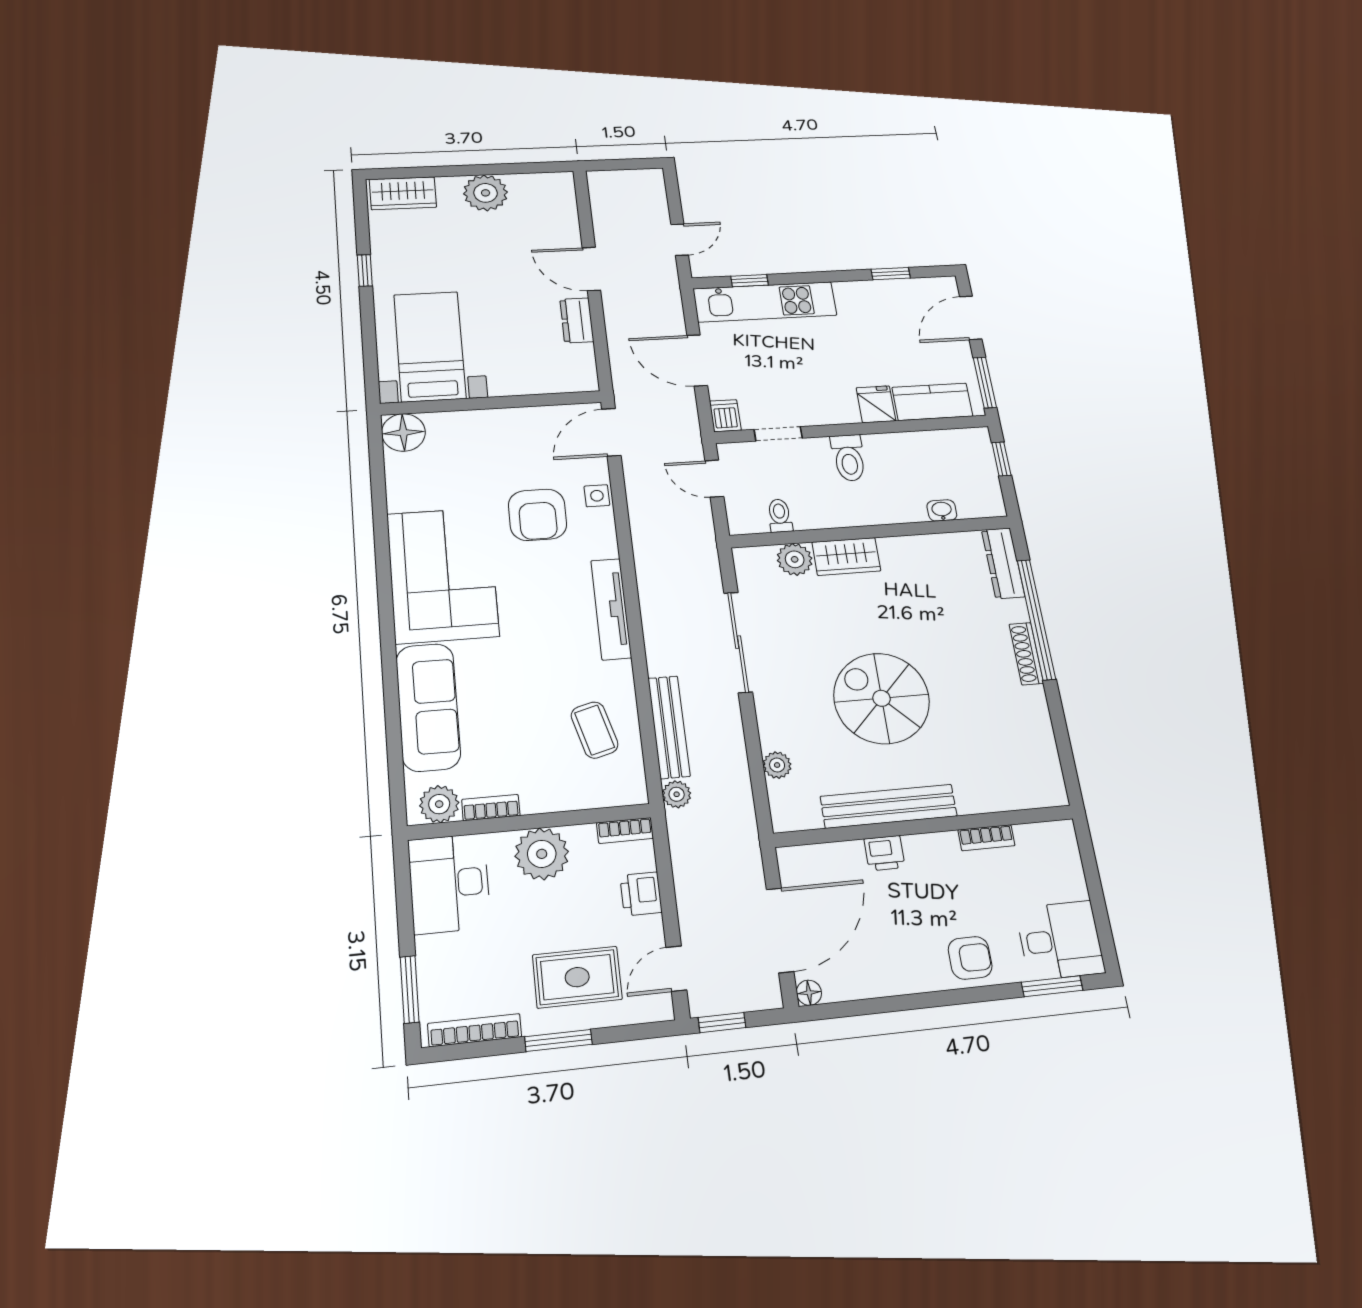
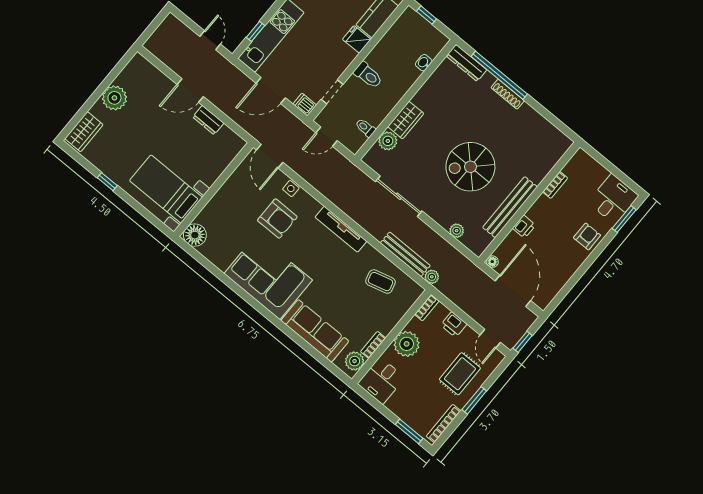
desk: (449, 883) -> (381, 380), width x0.73
floor lamp: (809, 993) -> (492, 262), moved

